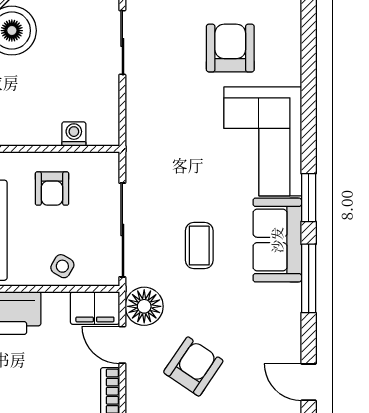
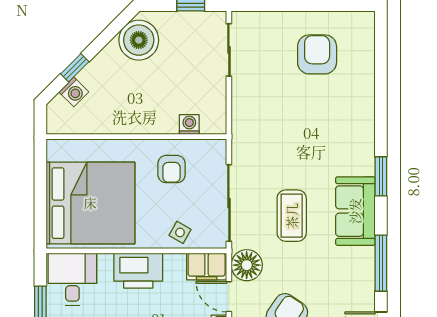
corner sofa: (263, 141) -> (343, 131), removed
coffee table: (199, 246) -> (292, 216), width x1.36, depth x1.30
window: (309, 278) -> (381, 263), moved

